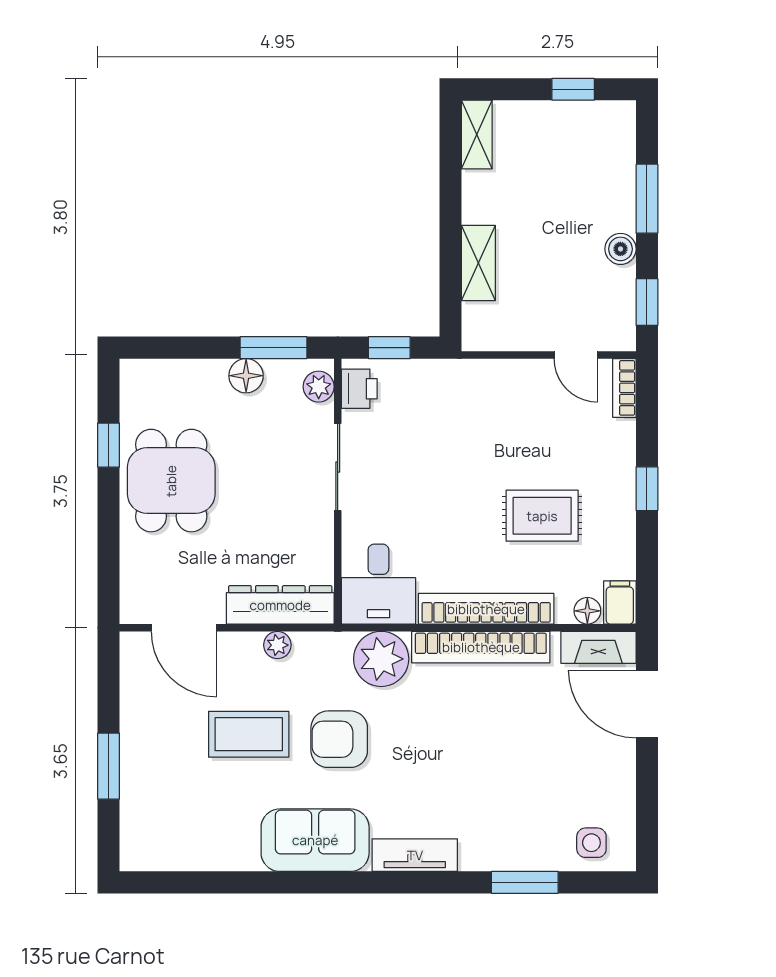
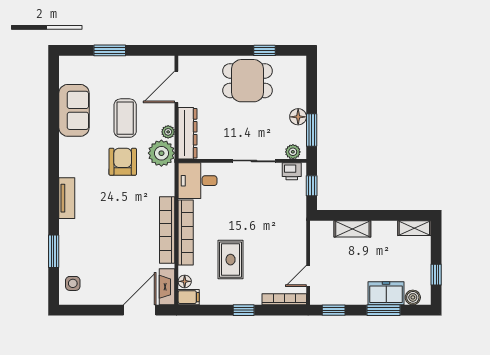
freezer: (612, 193) -> (386, 293), added
boiler: (620, 249) -> (413, 297), moved
bookcase: (624, 388) -> (284, 299), width x1.56
plant: (381, 659) -> (161, 153), moved
sofa: (315, 840) -> (74, 110), moved

